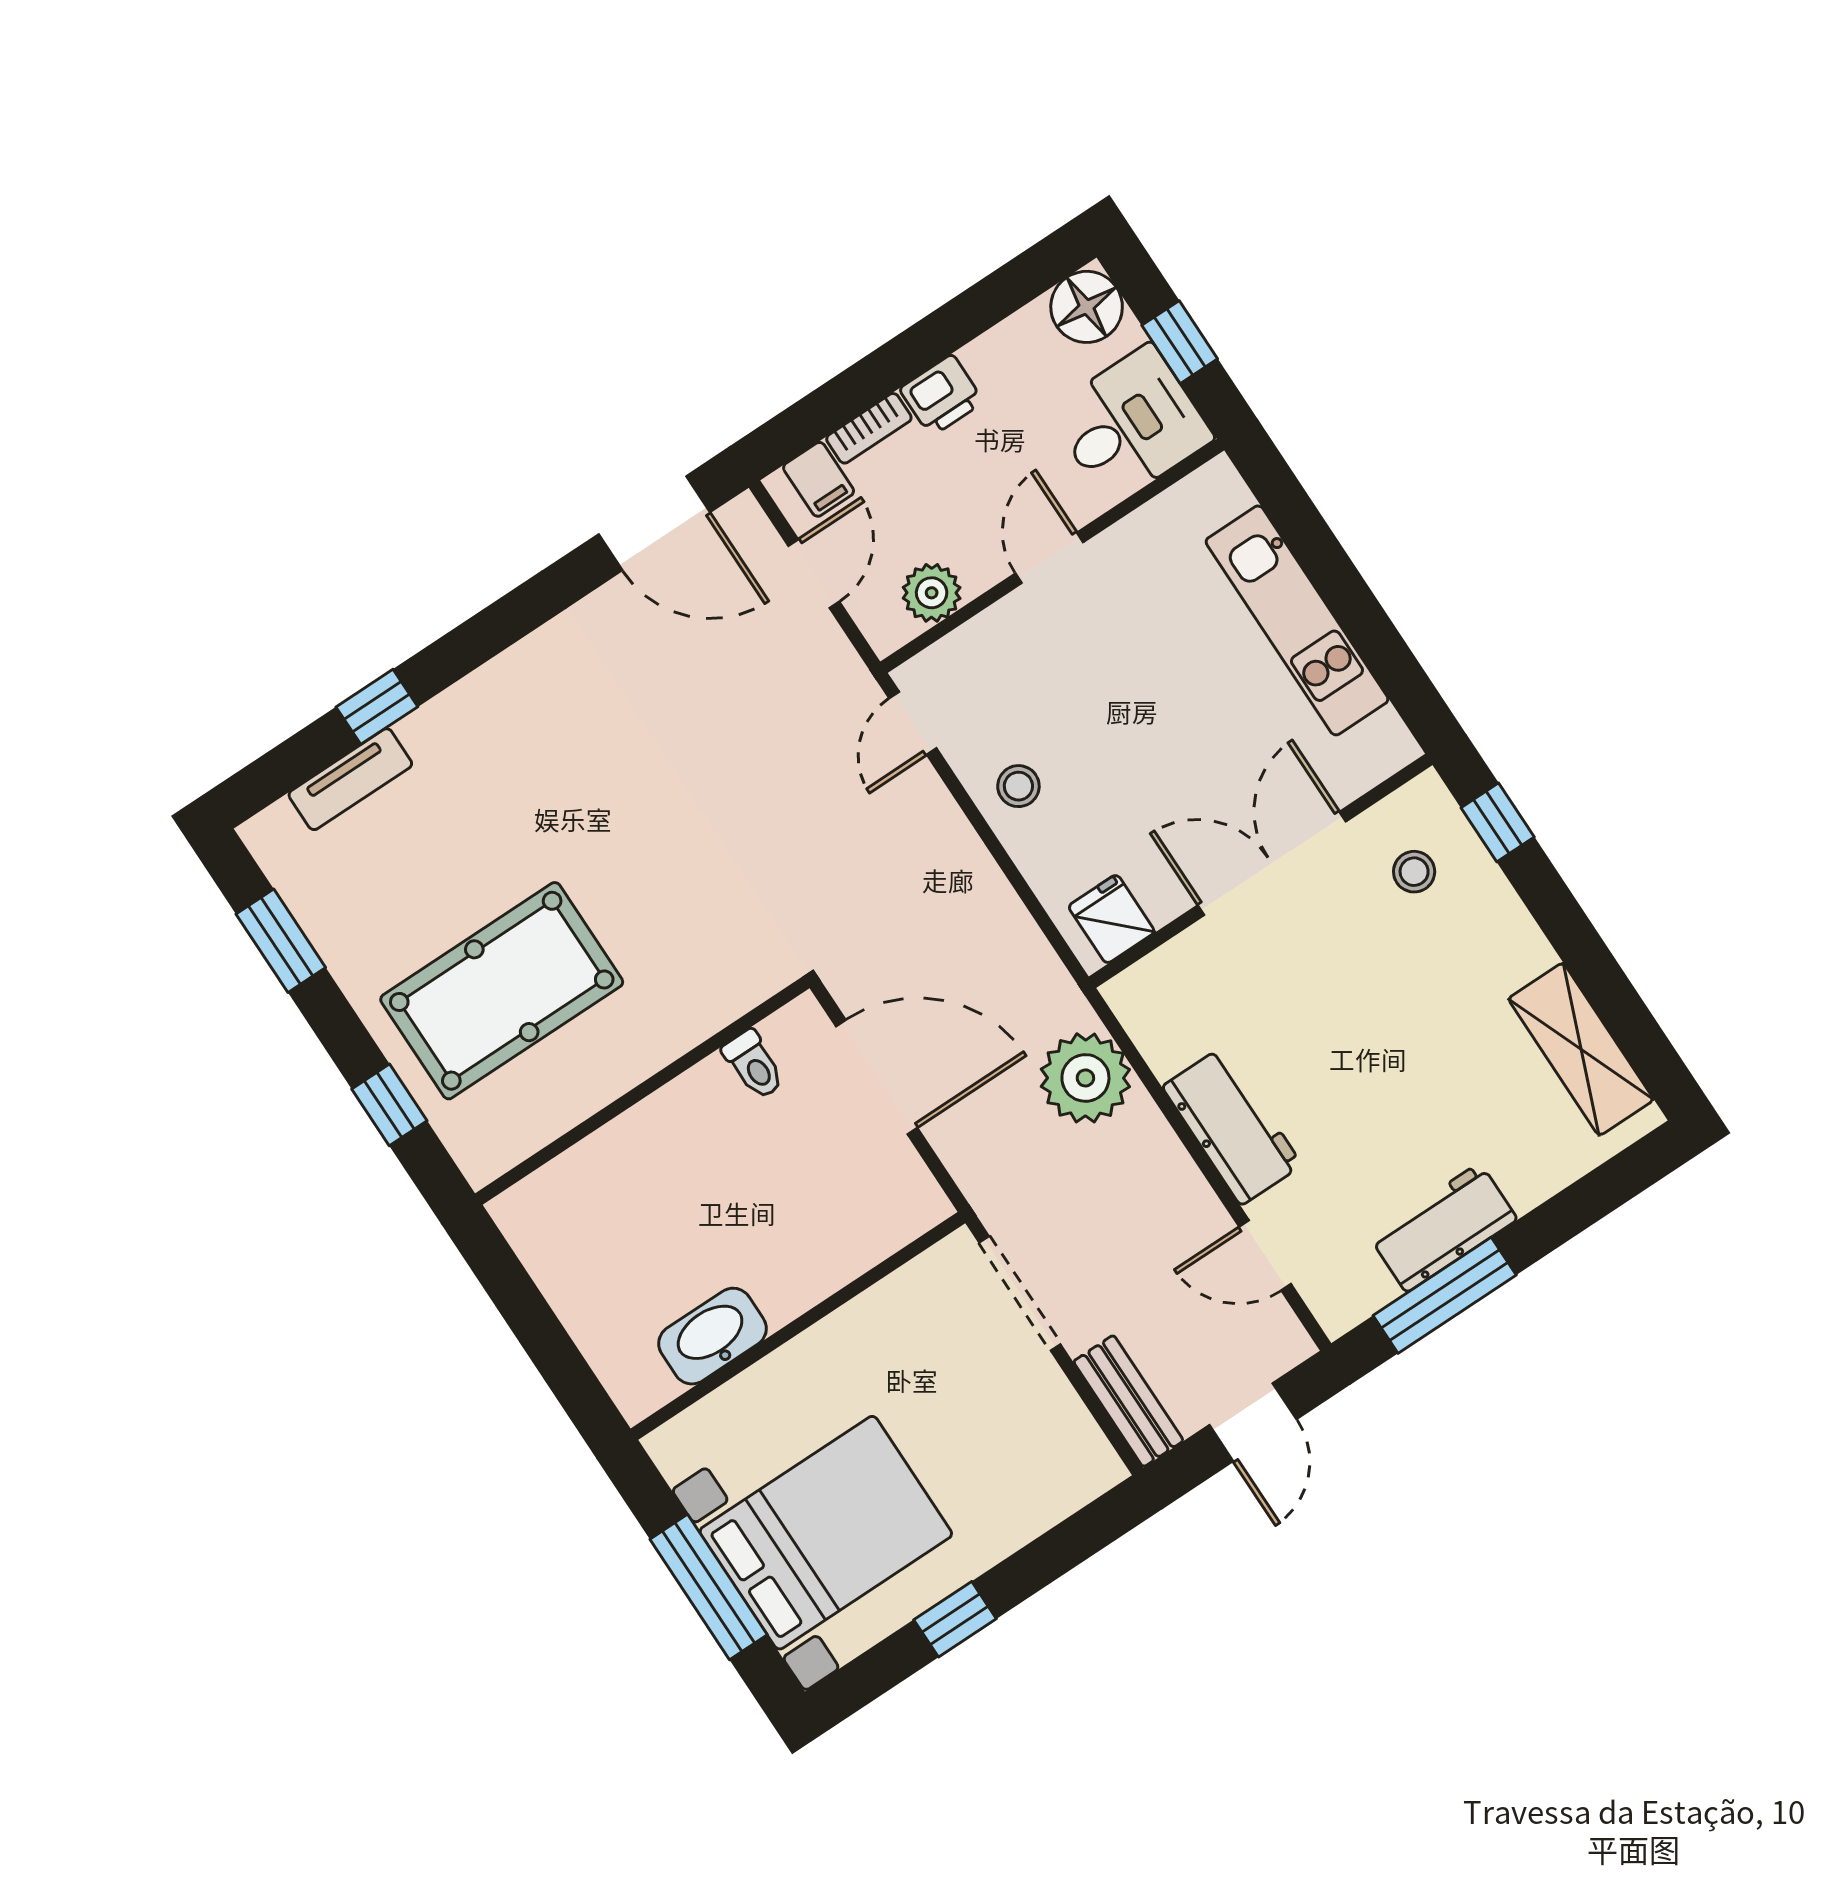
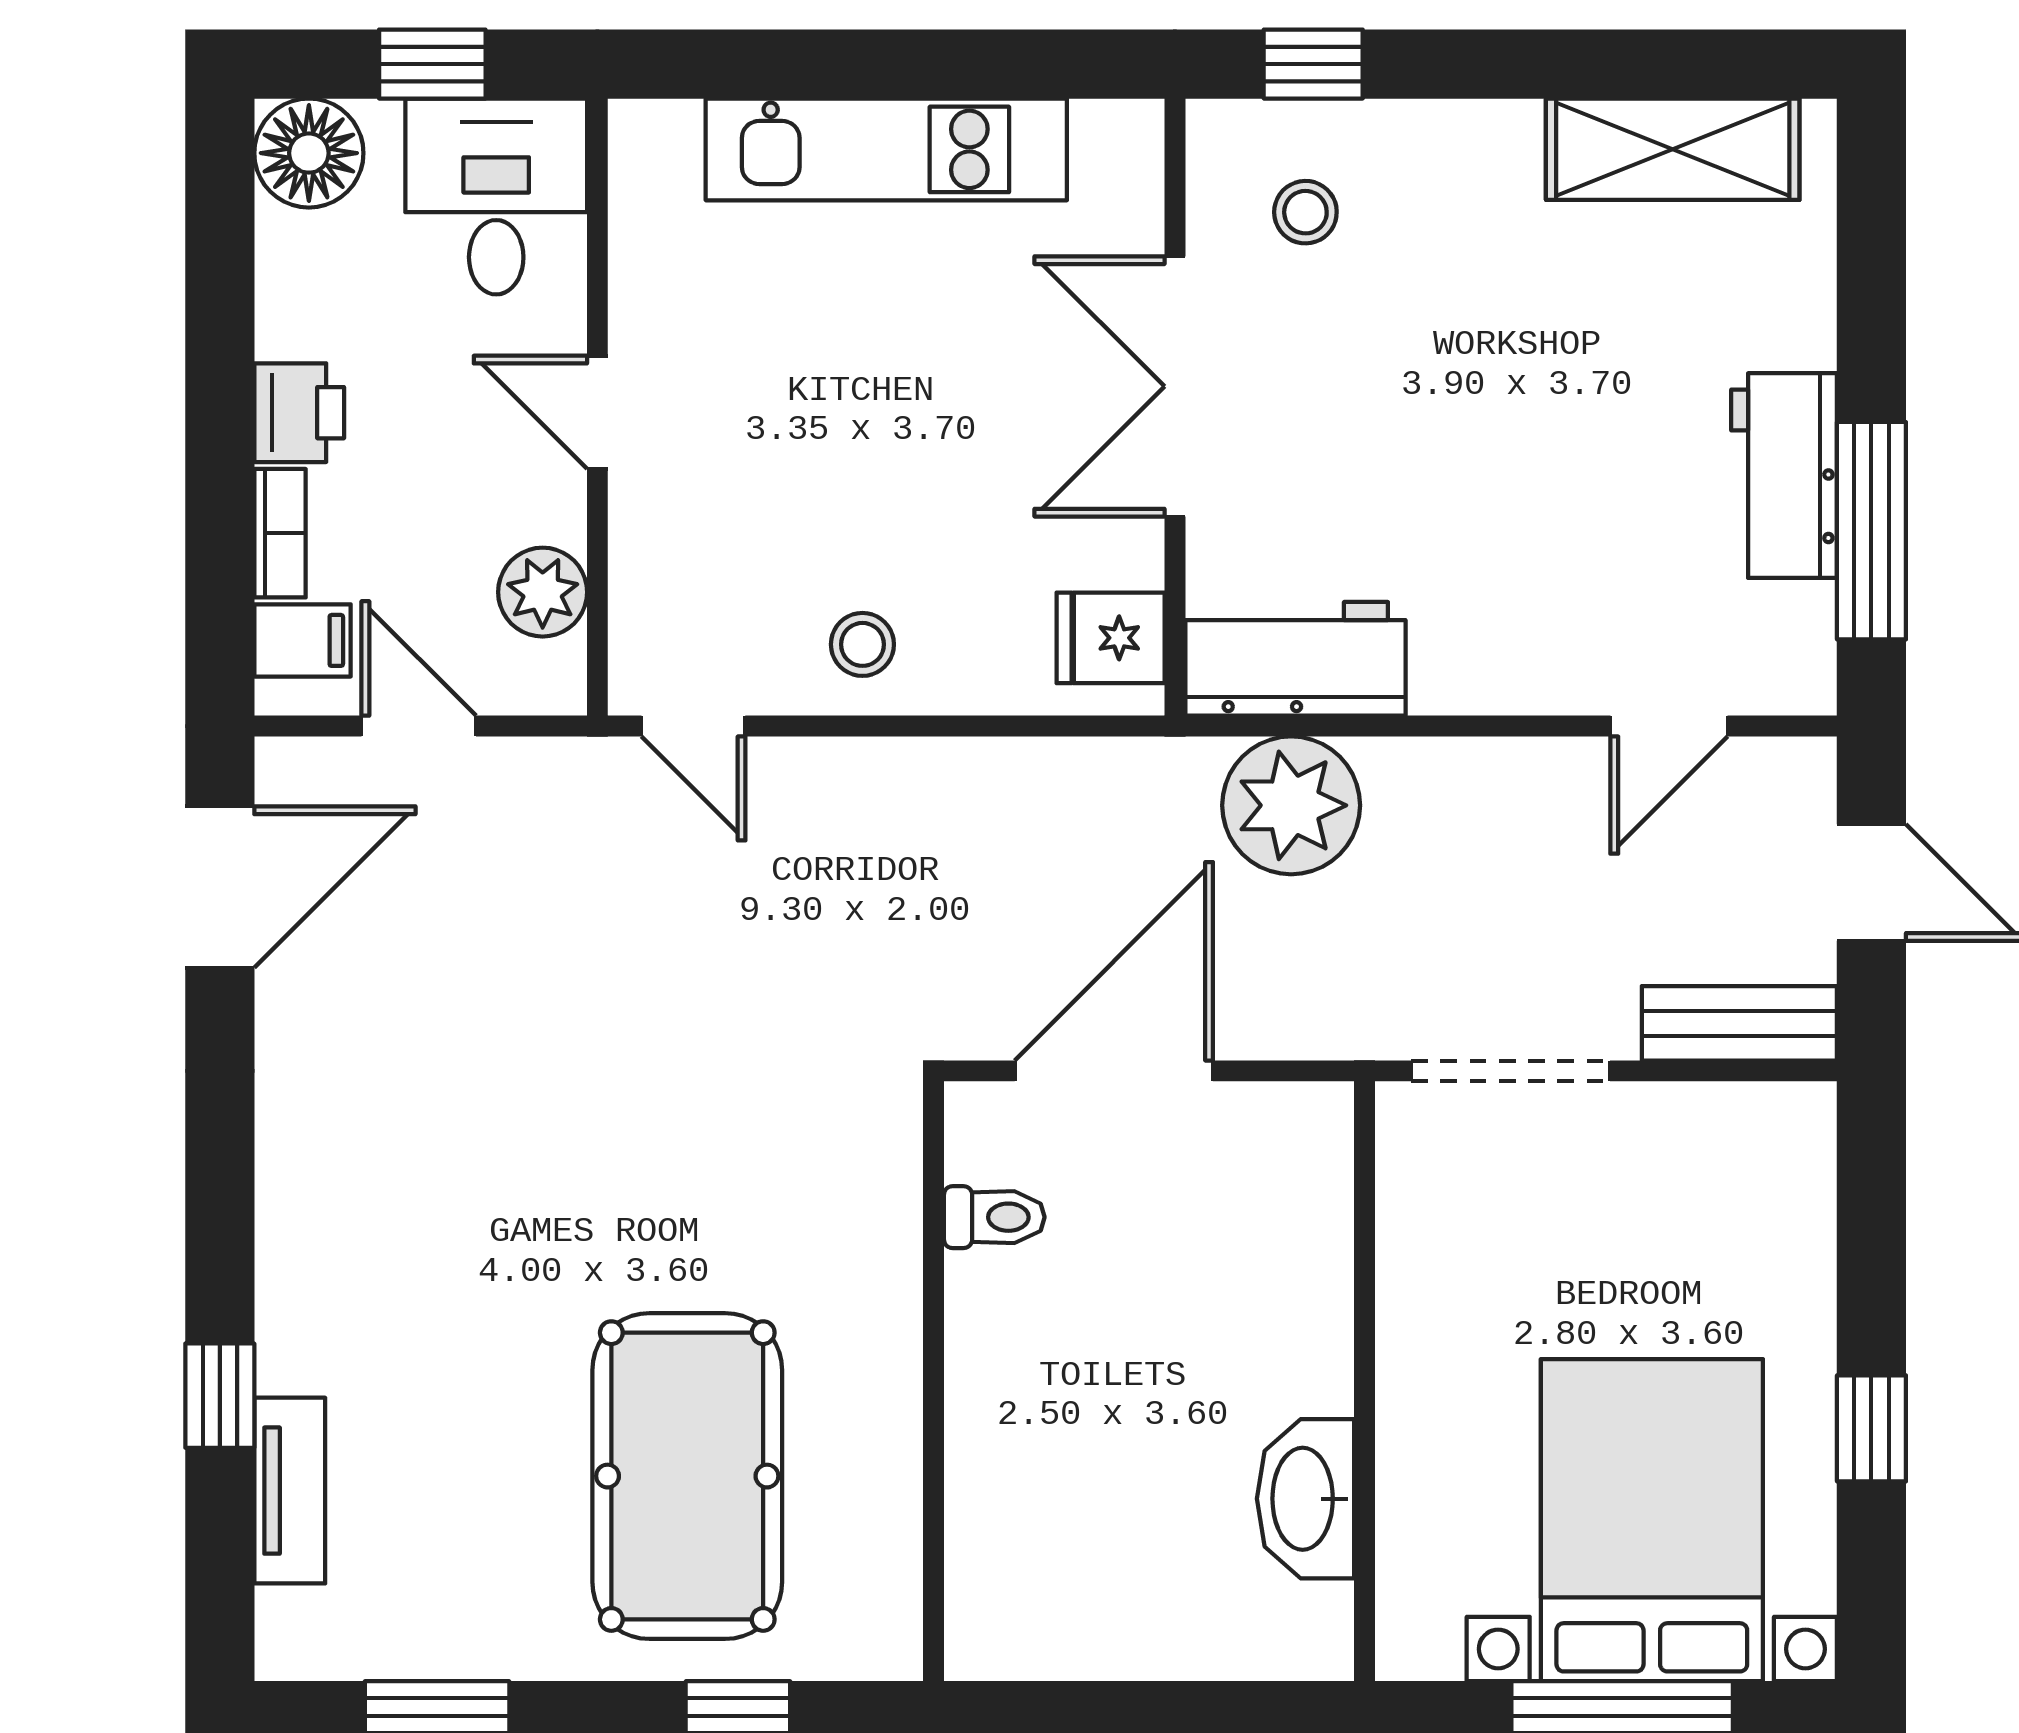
workbench: (1232, 1126) -> (1295, 659), moved

